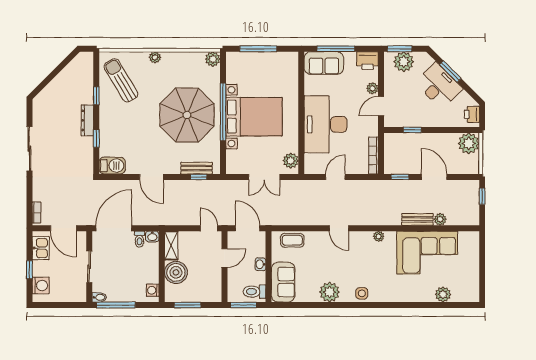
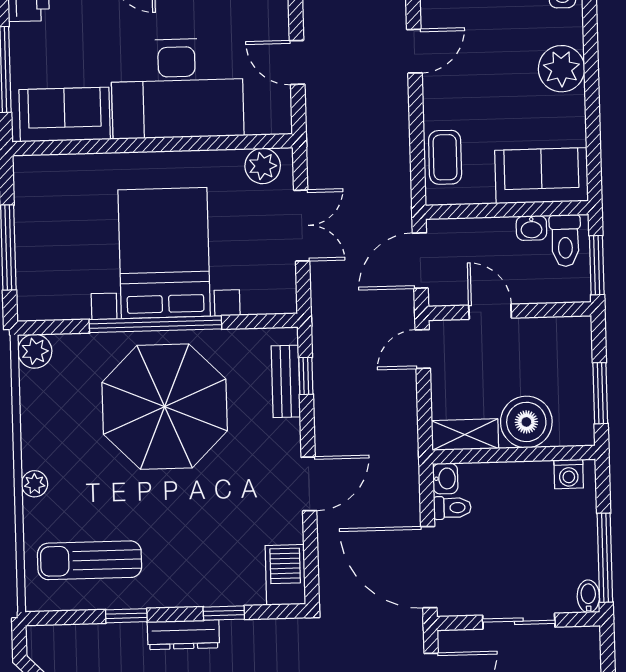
sofa: (324, 63) -> (65, 115), moved, turned -90
sun lounger: (121, 80) -> (90, 560), turned 31
washbasin: (260, 264) -> (531, 228), moved

